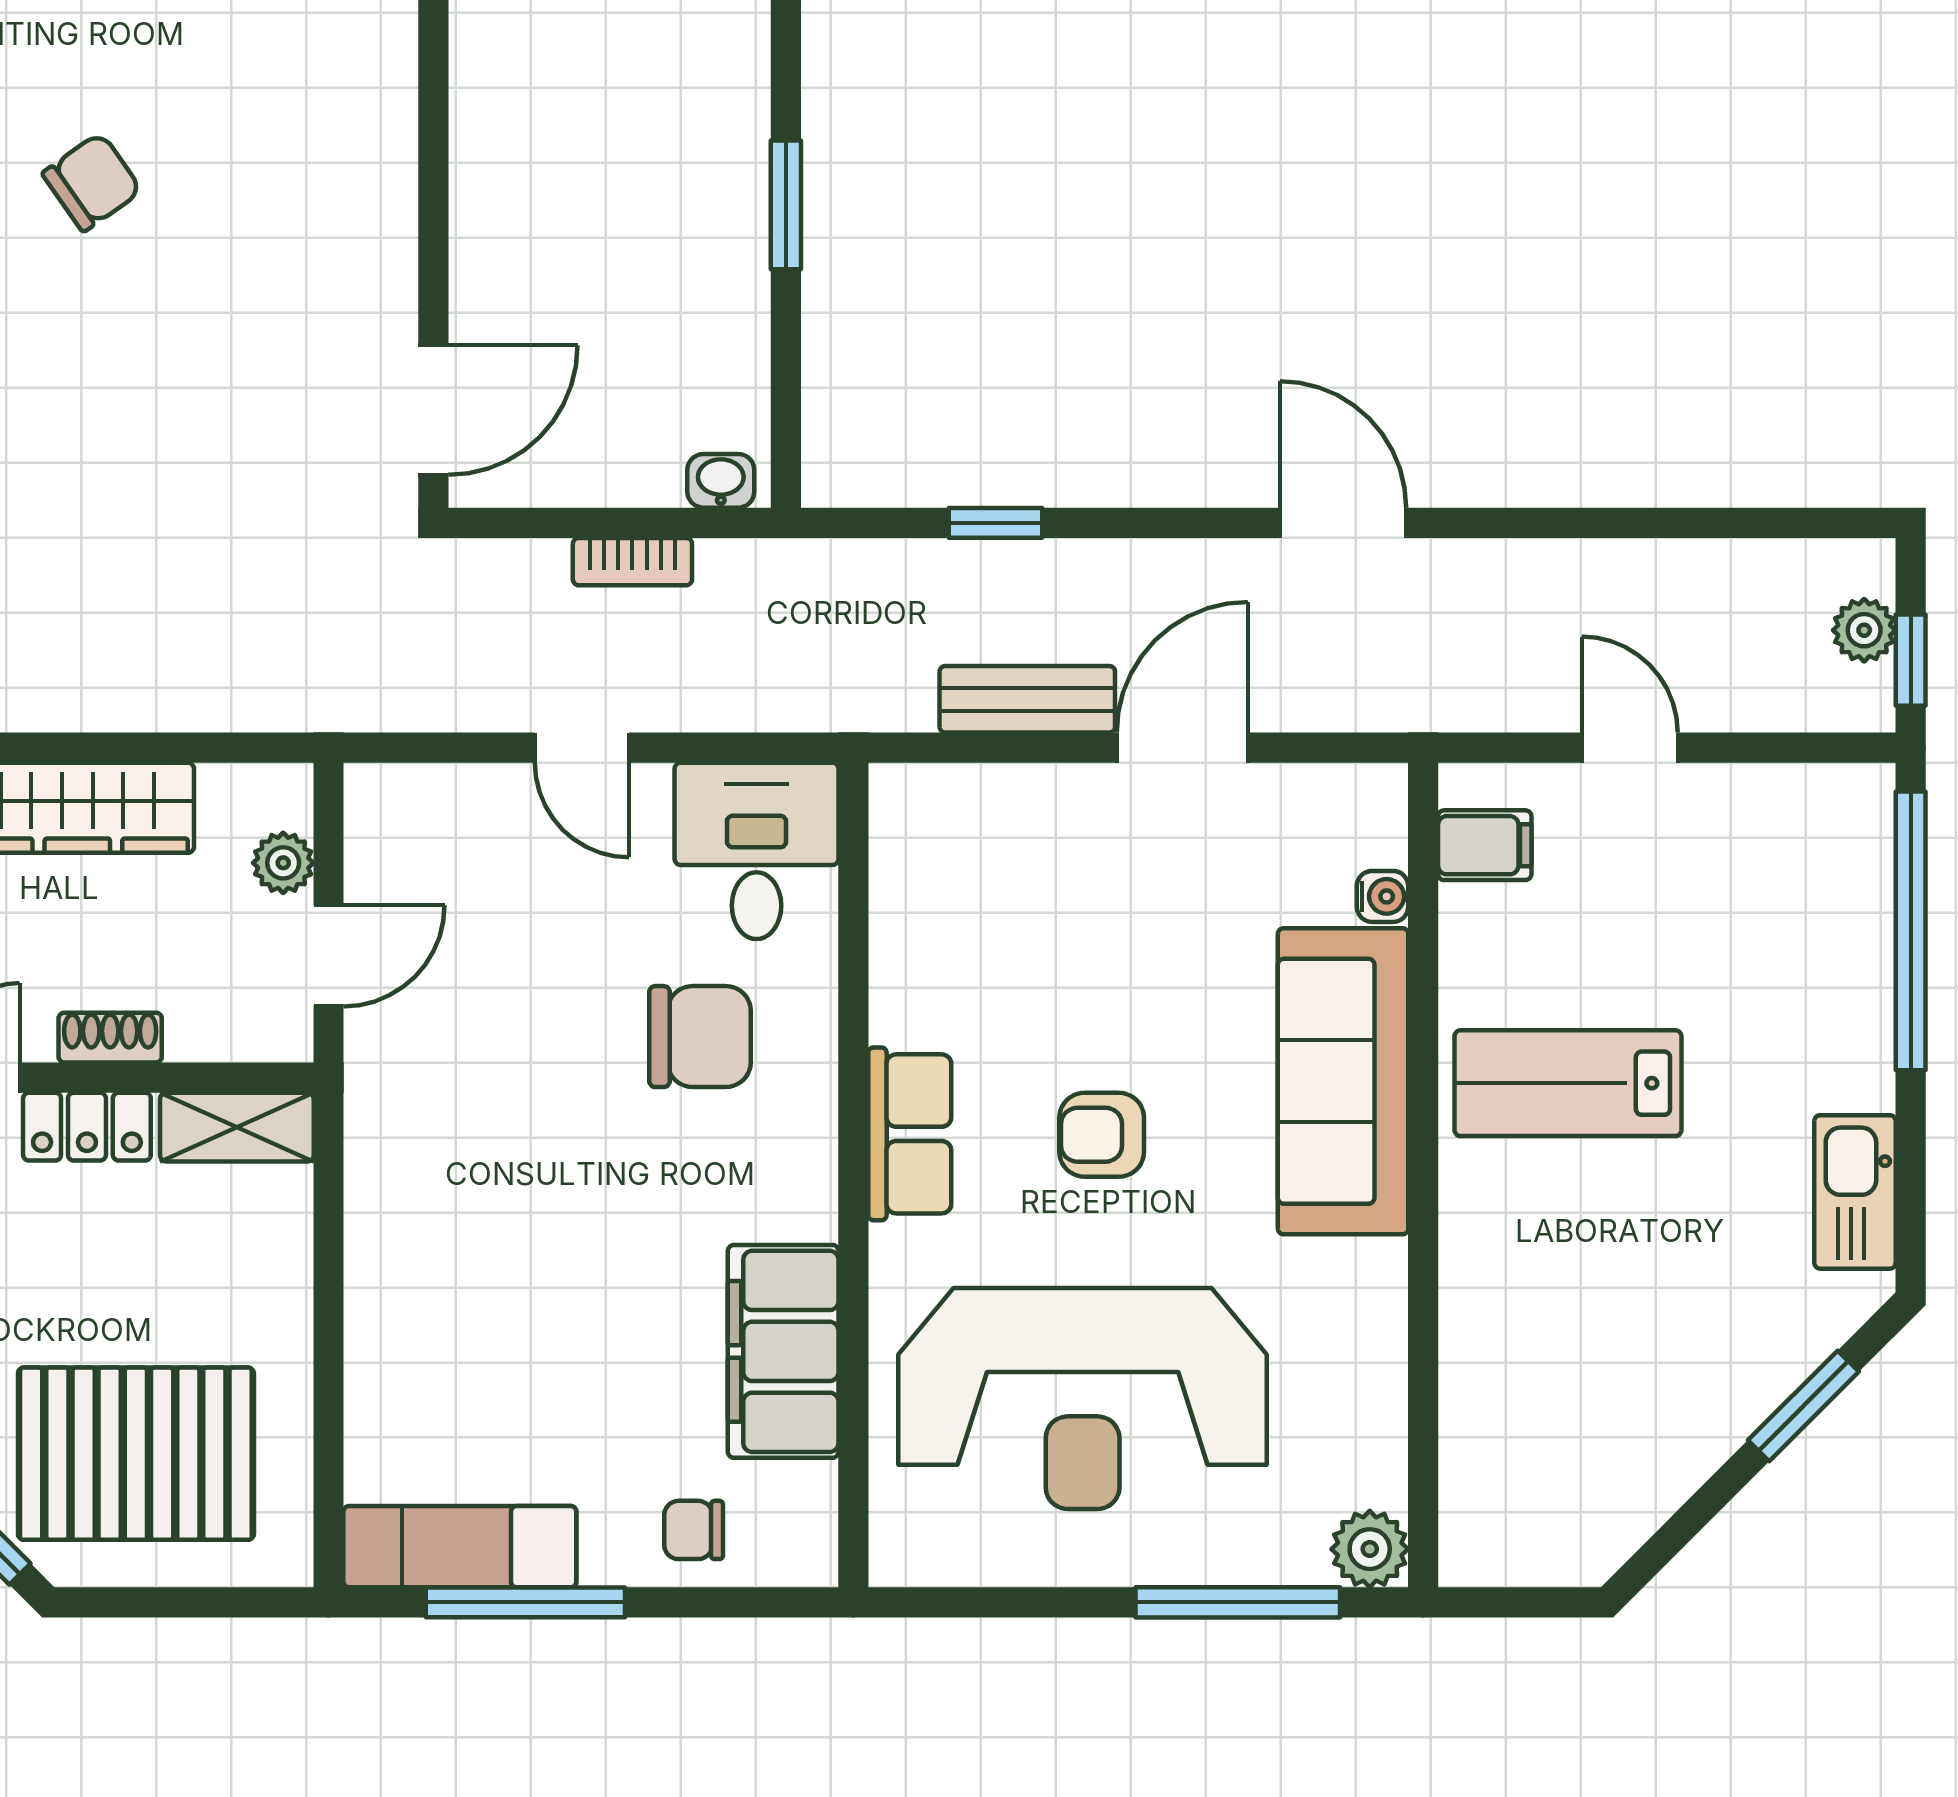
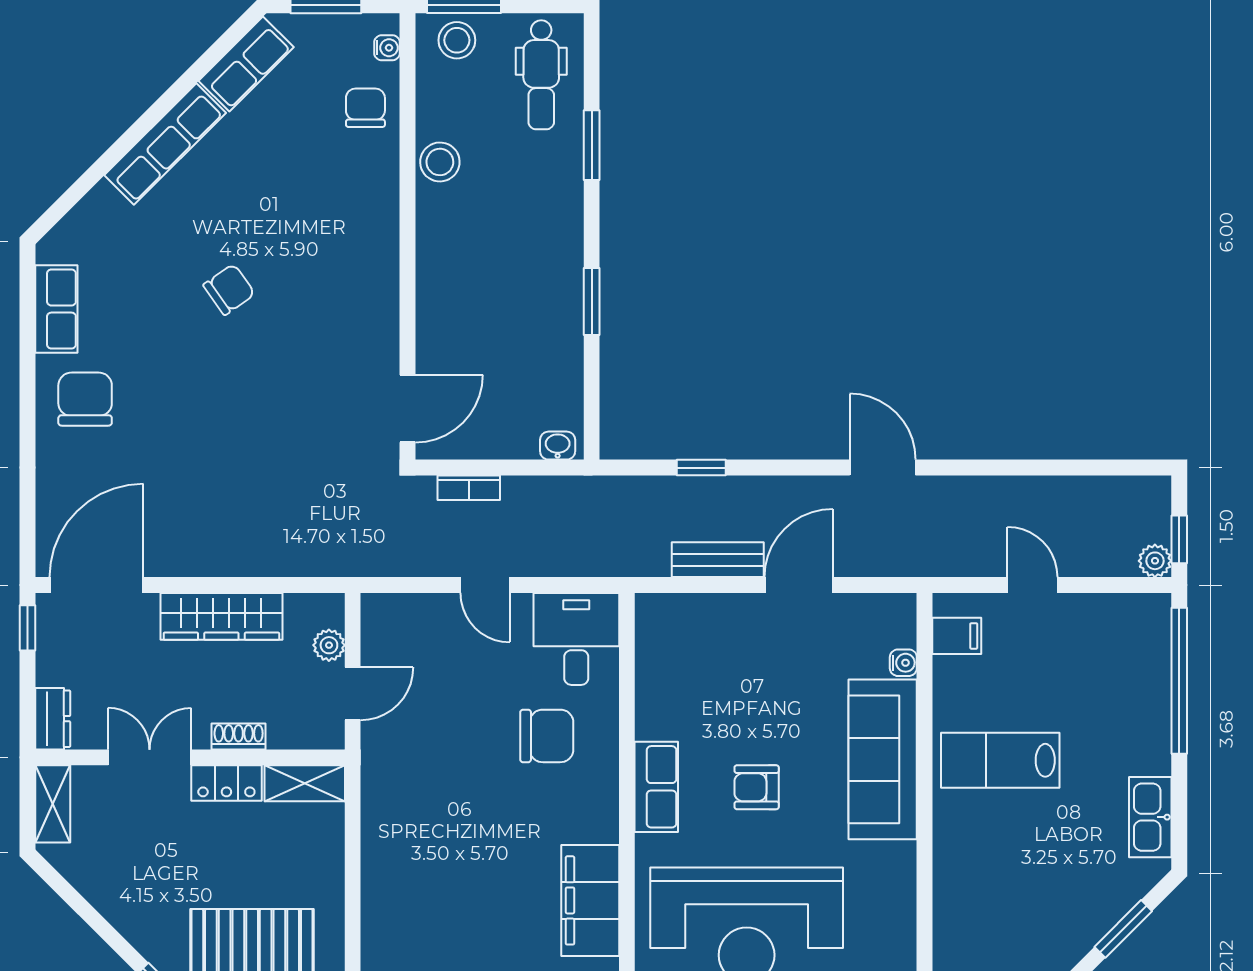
bookcase: (632, 562) -> (469, 488), moved
plant: (1864, 630) -> (1155, 561), moved

